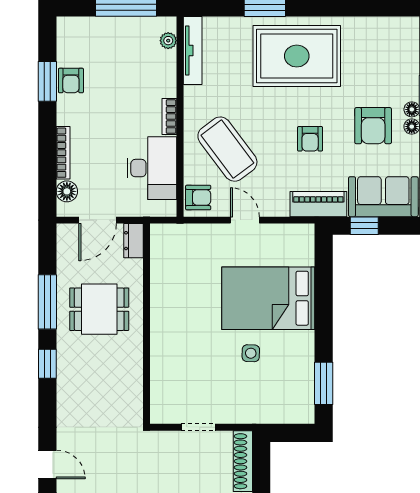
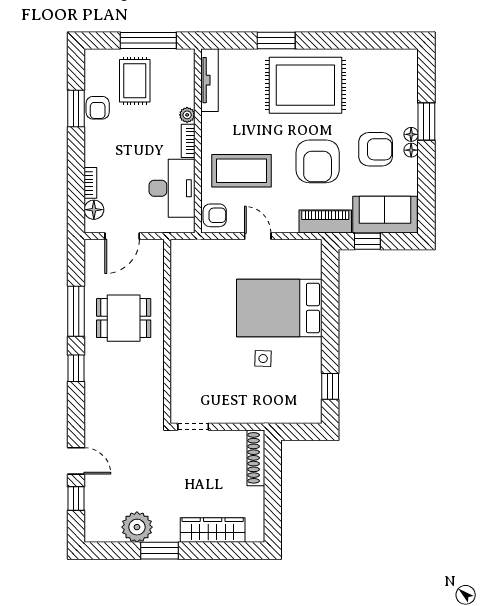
plant: (168, 41) -> (187, 115), moved
rug: (111, 51) -> (135, 81), added
armchair: (373, 126) -> (376, 149), turned -90
armchair: (310, 139) -> (318, 161), width x1.88, depth x1.88
coffee table: (227, 149) -> (242, 171), turned -53
bookcase: (63, 153) -> (90, 183), width x0.64
dresser: (134, 241) -> (155, 255), removed
window: (324, 383) -> (330, 386), width x0.67
doorway: (198, 427) -> (193, 427), moved

